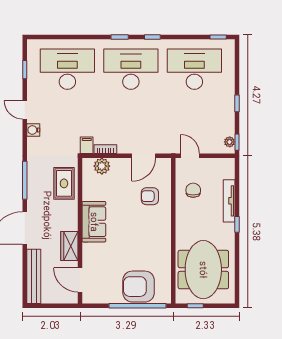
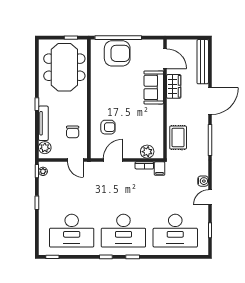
door: (25, 110) -> (210, 197), swing flipped
plant: (227, 171) -> (45, 148), added
sofa: (94, 222) -> (154, 87), moved

